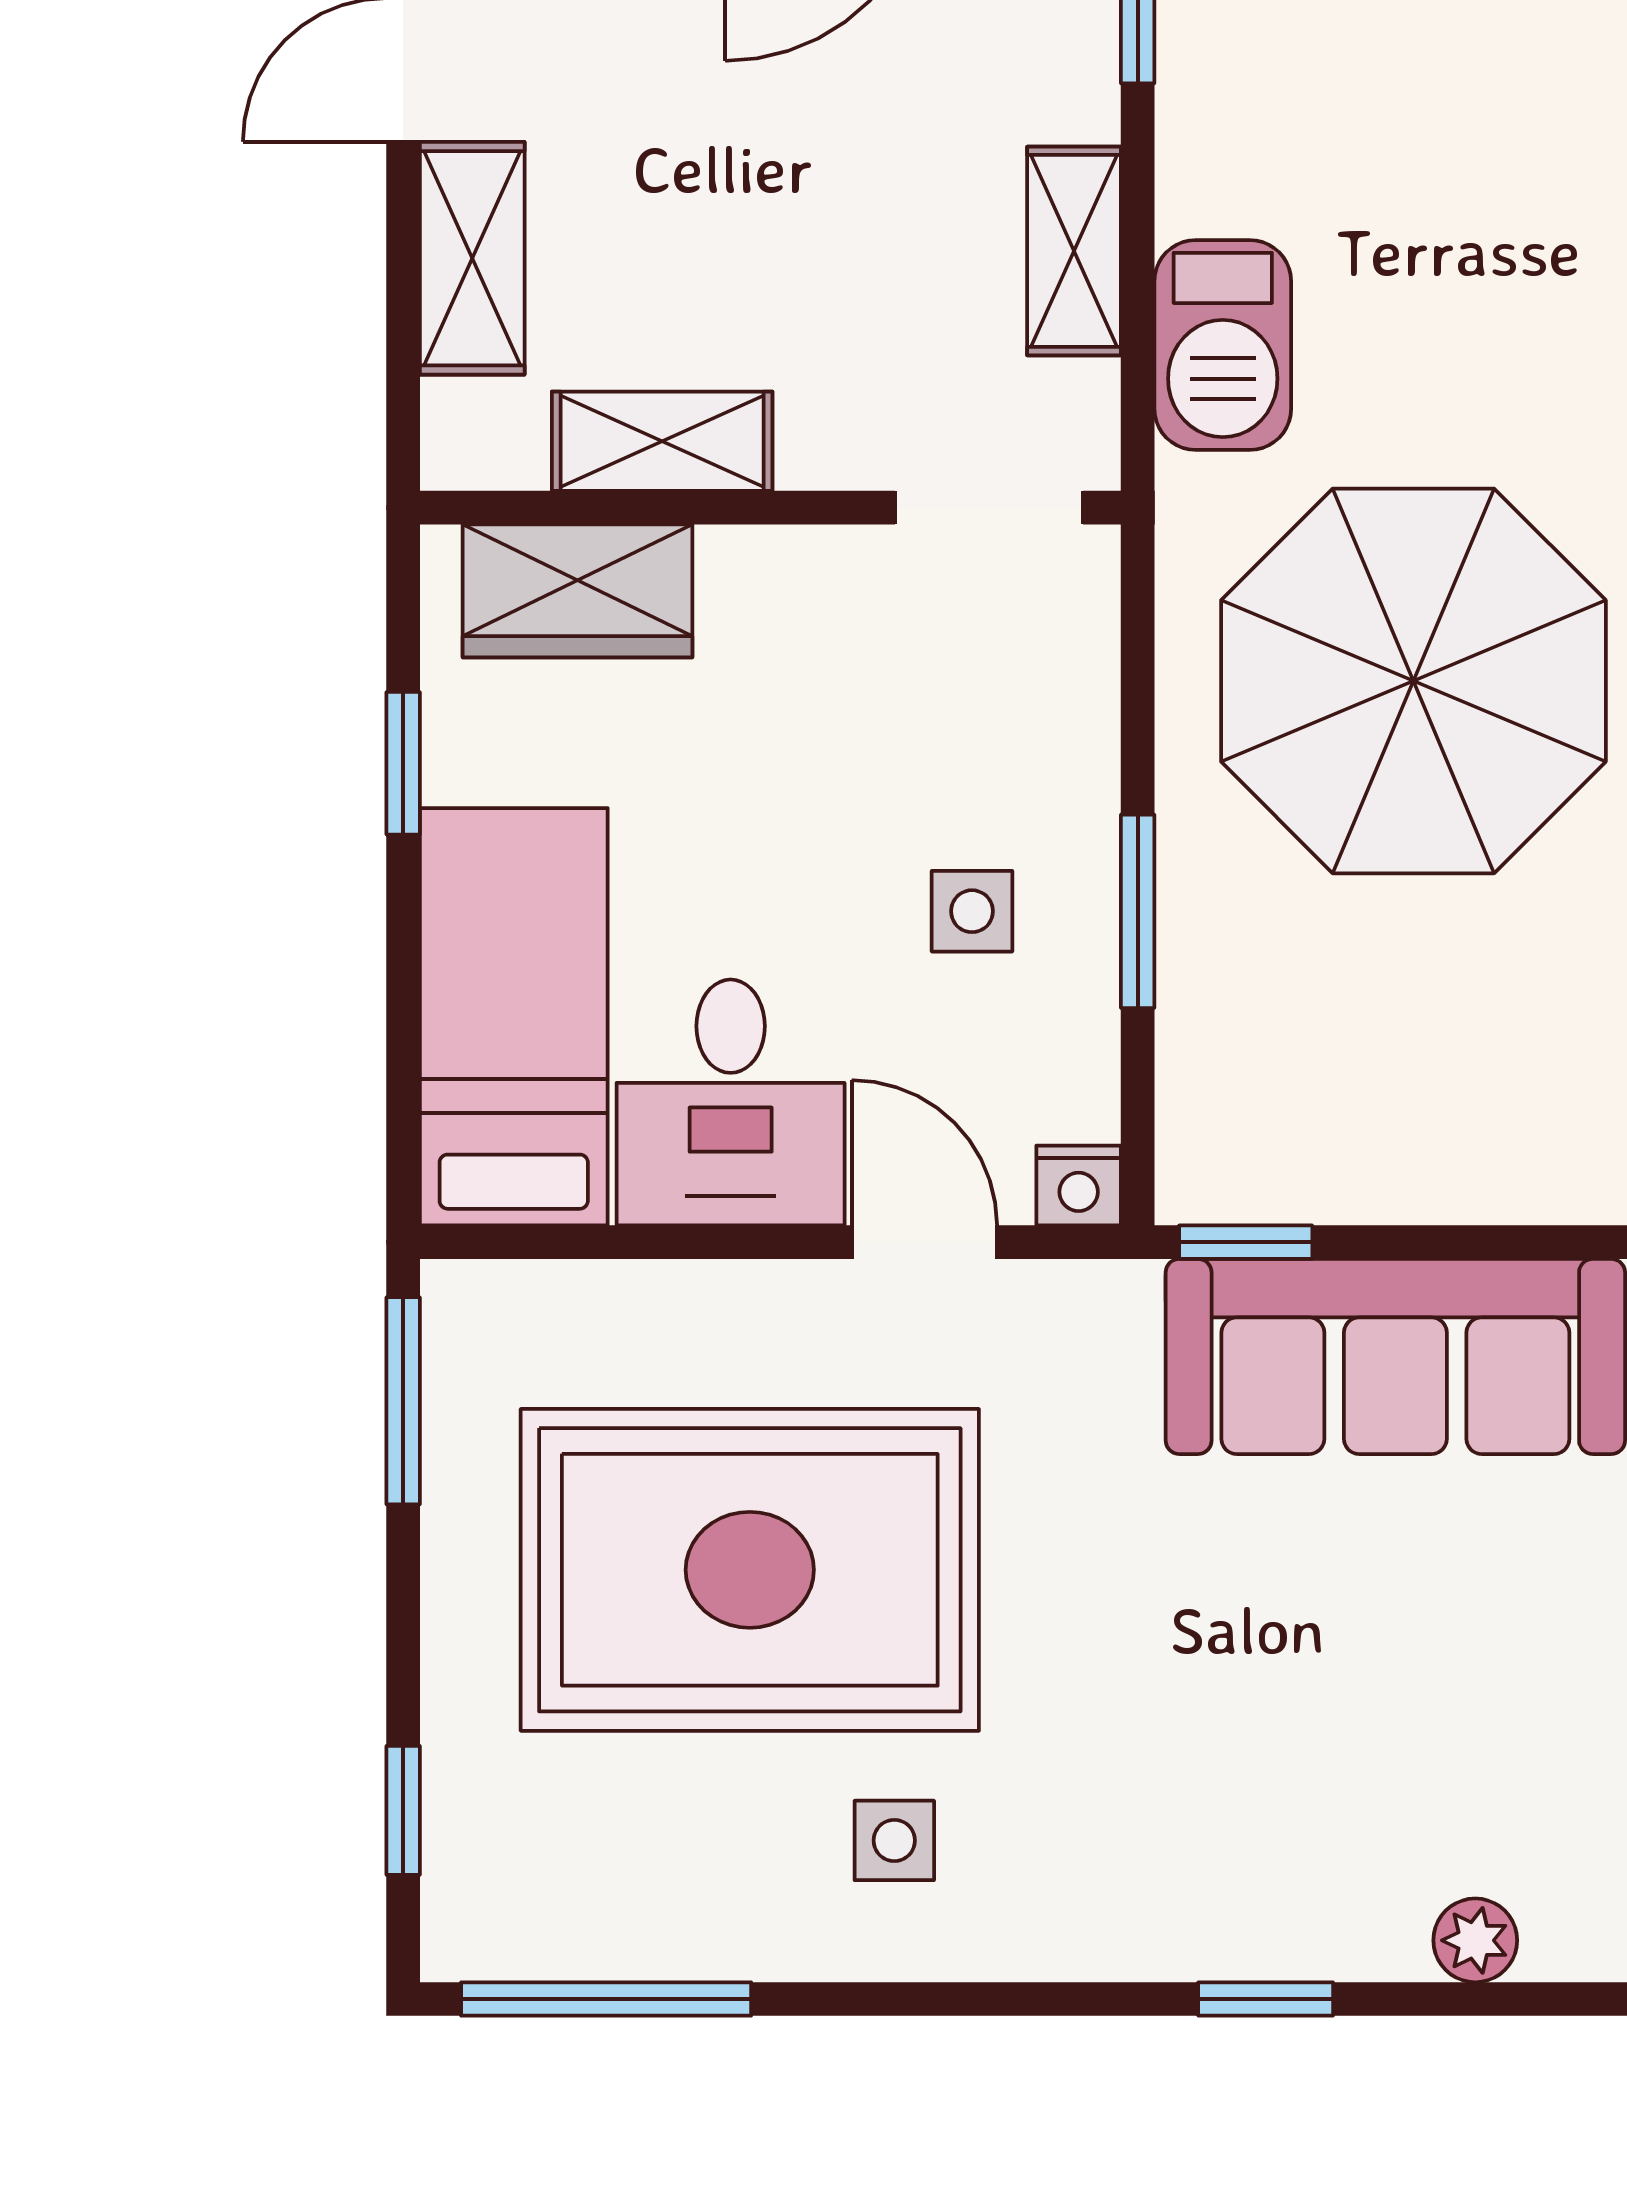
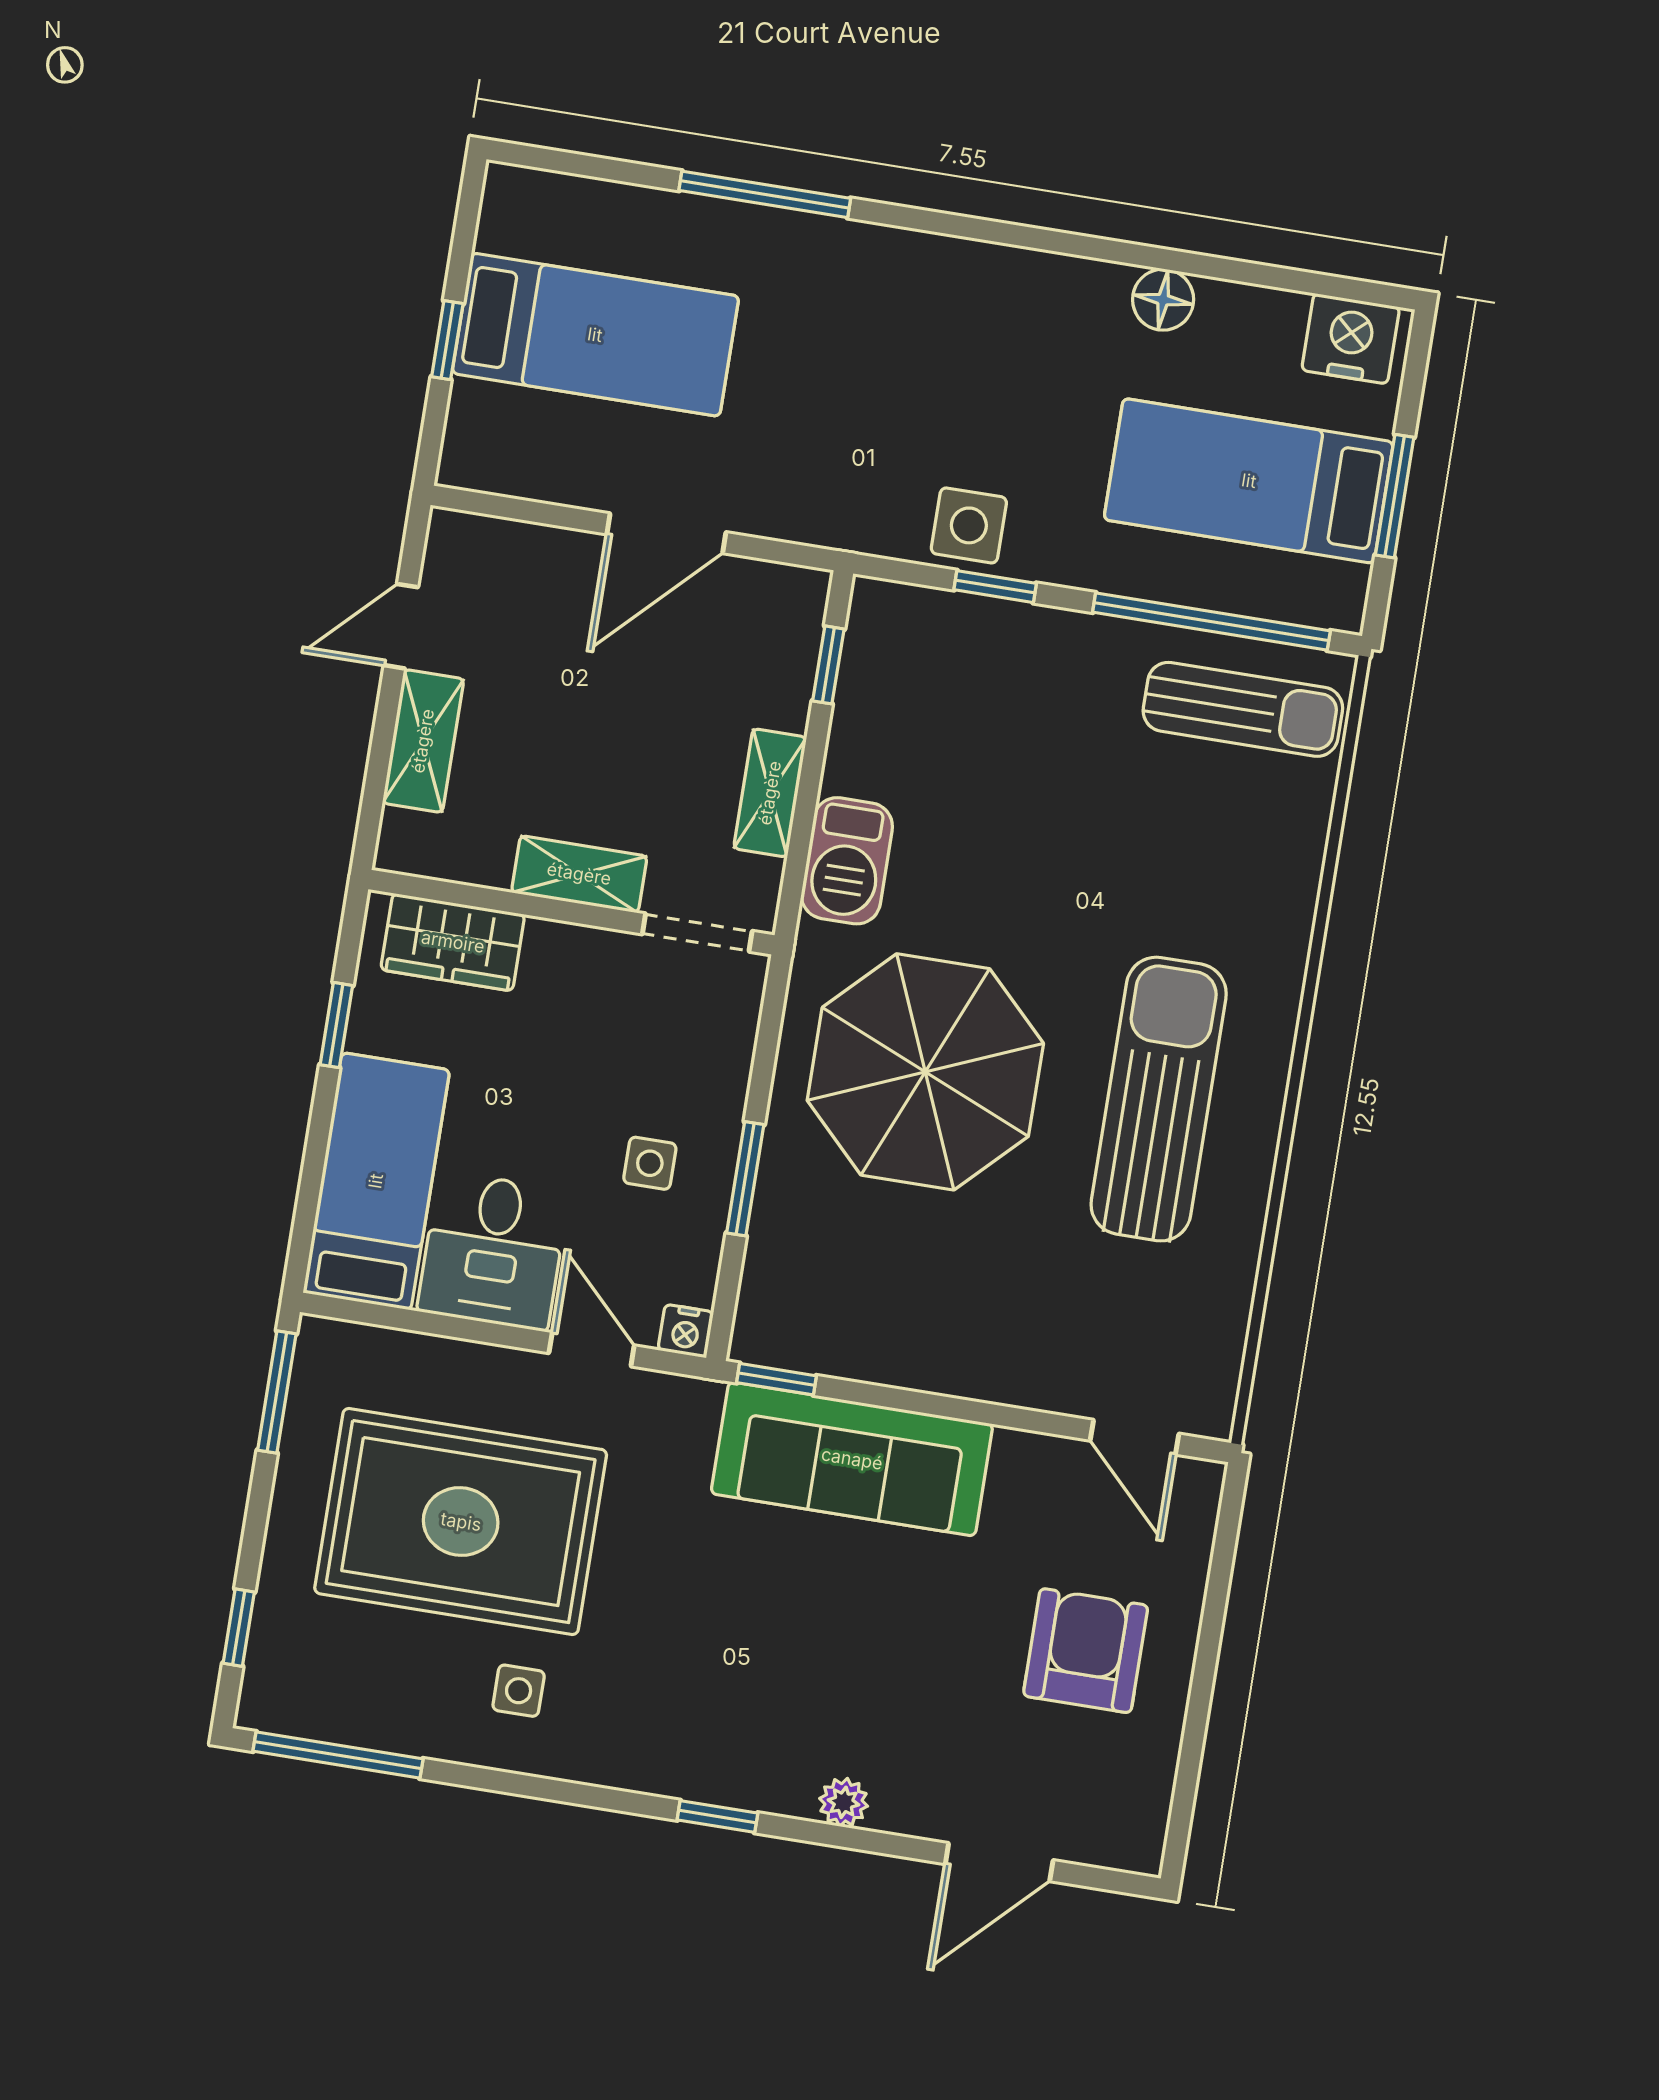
shelving: (662, 441) -> (579, 874), moved

